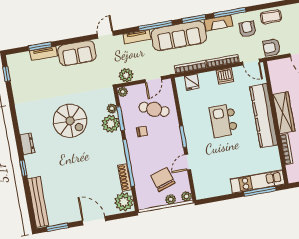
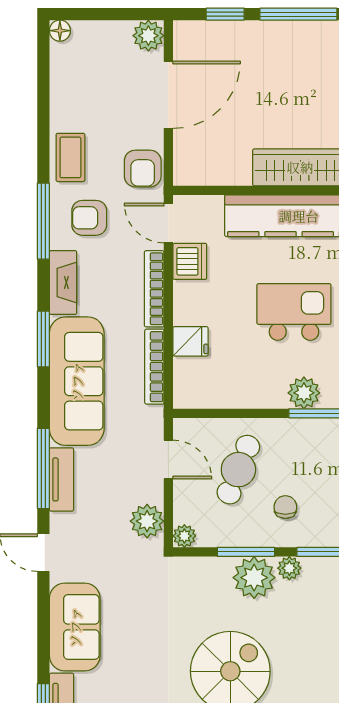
window: (230, 13) -> (43, 221), moved
window: (155, 26) -> (43, 468), moved
door: (251, 62) -> (168, 223), swing flipped
dishwasher: (225, 76) -> (190, 261), moved
fridge: (192, 82) -> (190, 341), moved
plant: (112, 108) -> (289, 568), moved
kitchen island: (223, 121) -> (294, 312), turned 180
plant: (191, 131) -> (304, 393), added

